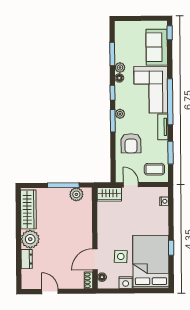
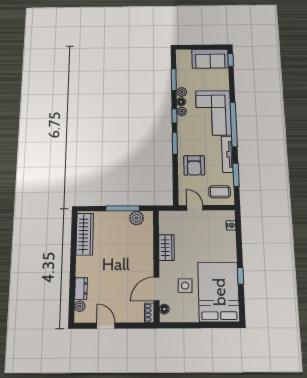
sofa: (157, 47) -> (210, 59), moved, turned -90
plant: (120, 114) -> (182, 111), moved
tv unit: (163, 127) -> (227, 154), width x1.41
wardrobe: (109, 194) -> (166, 248), moved, turned -90
plant: (30, 239) -> (80, 306), moved, width x0.53, depth x0.53
nightstand: (126, 283) -> (191, 315), removed

